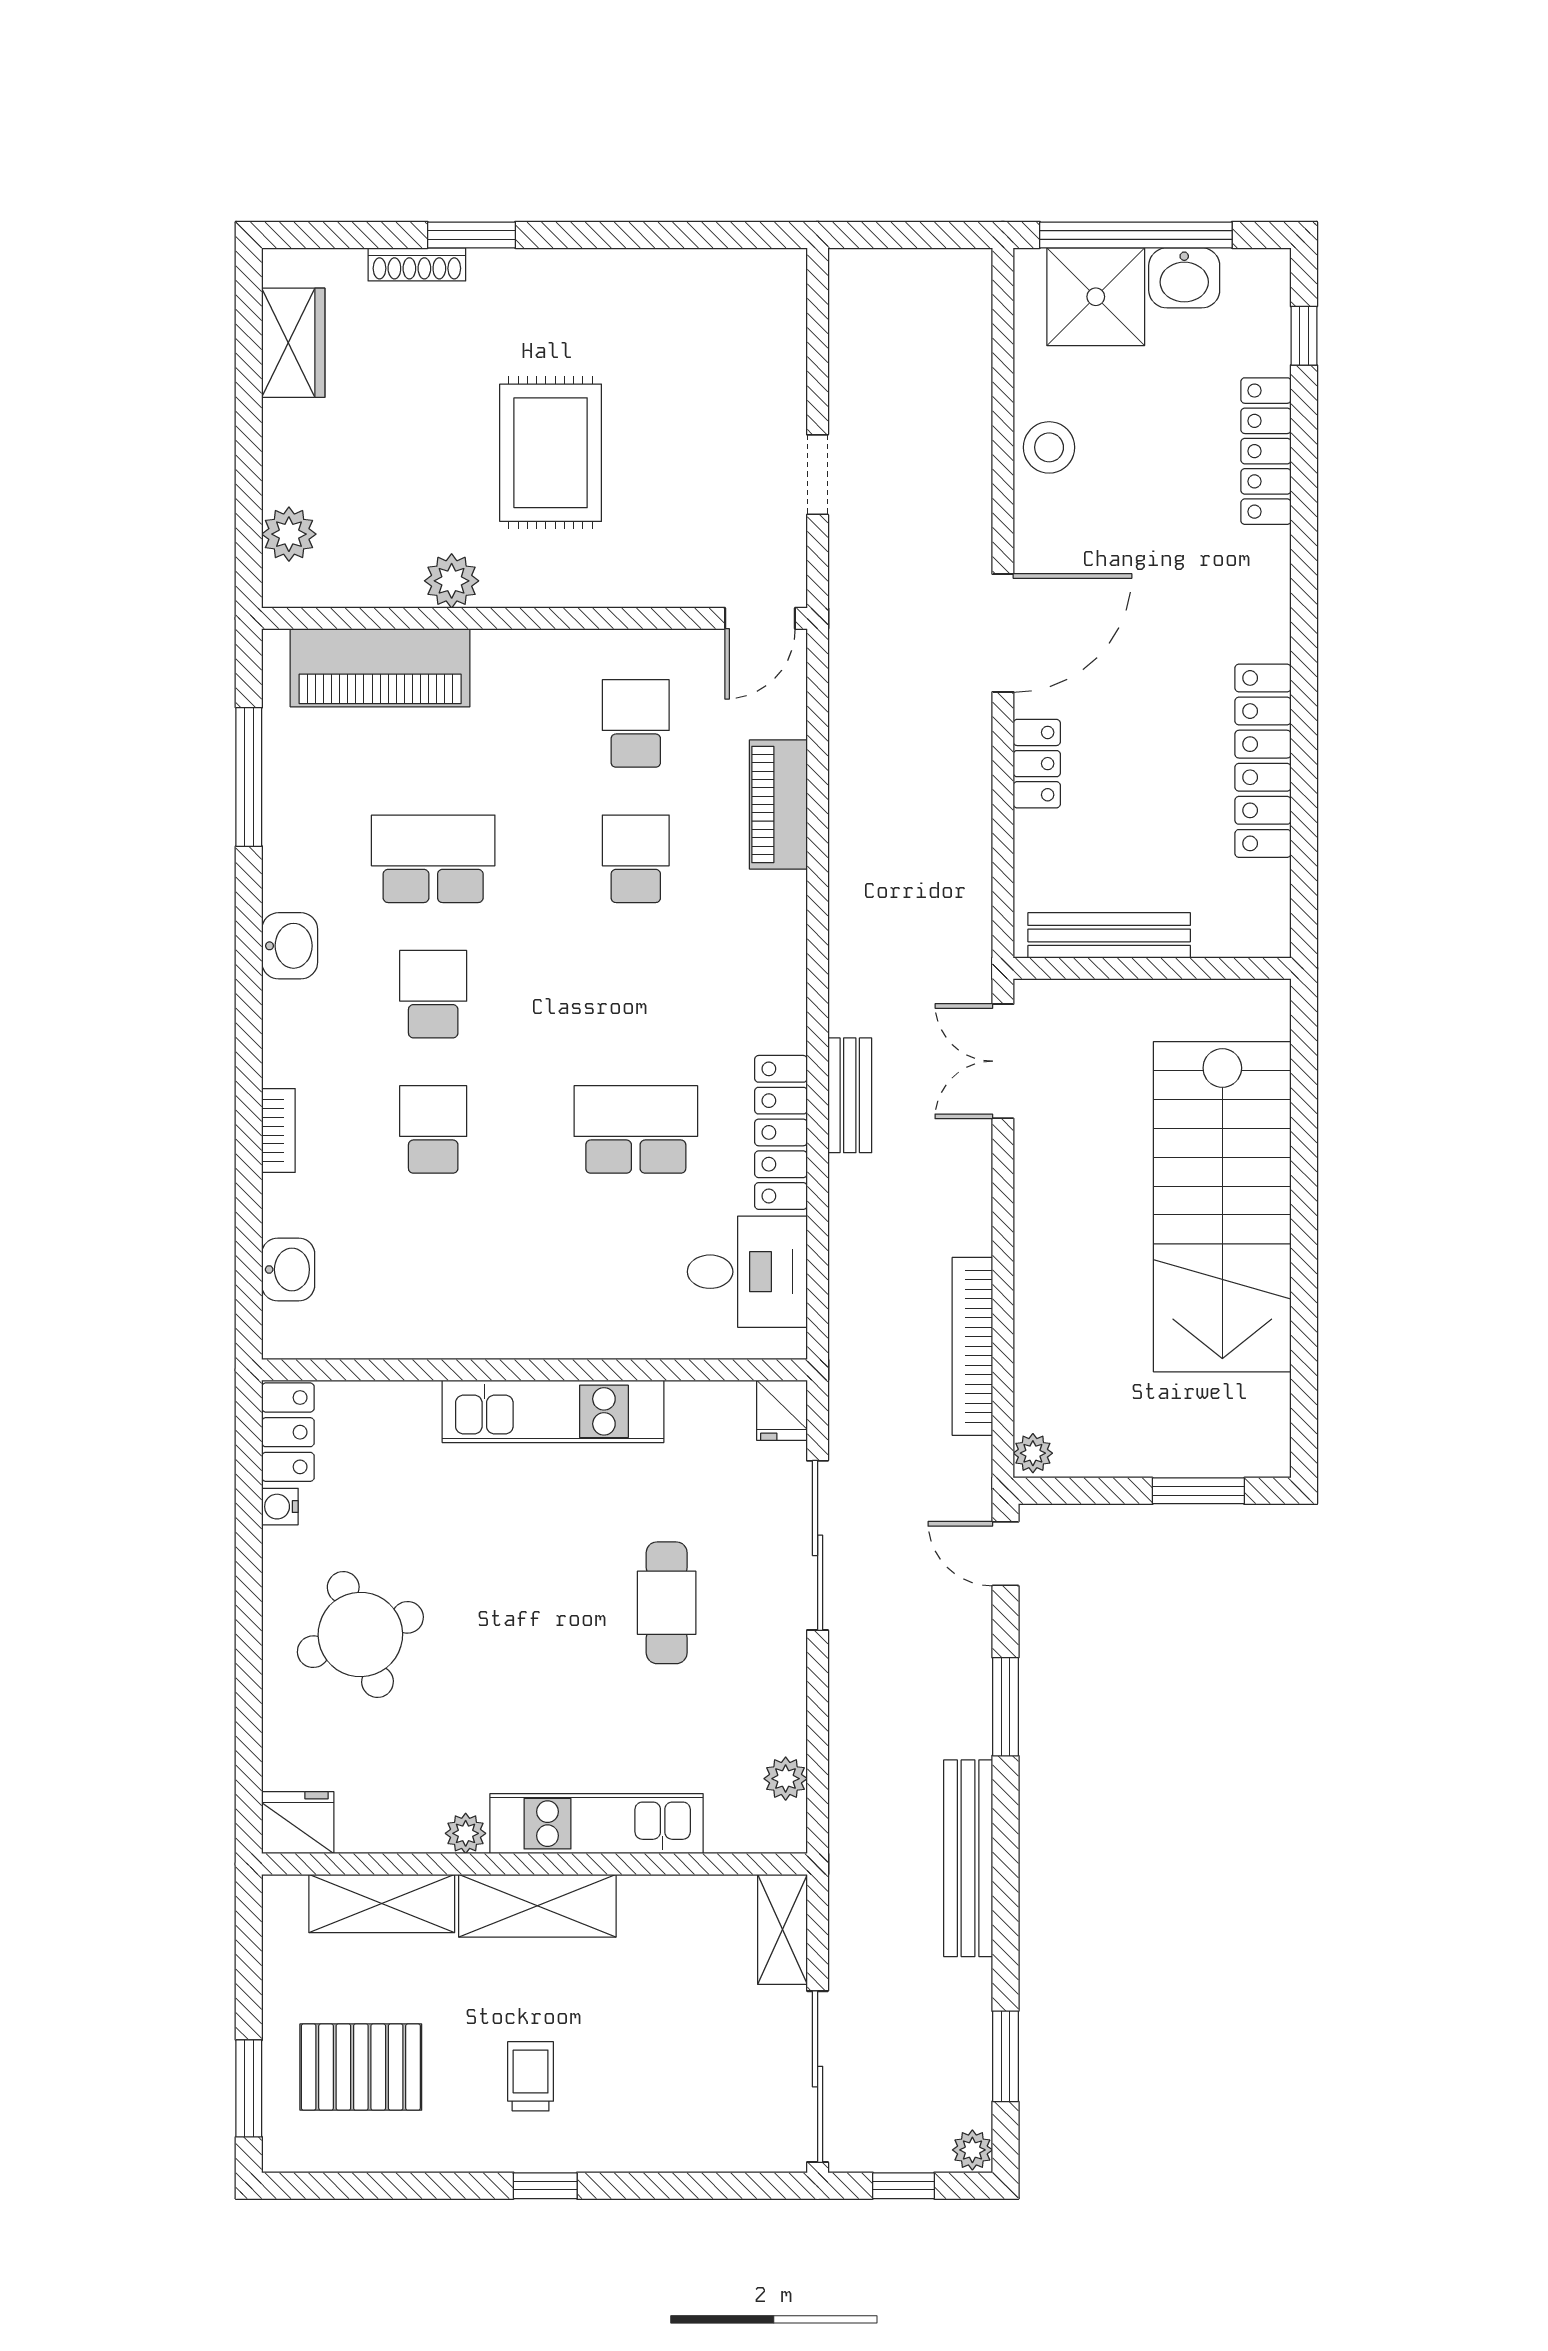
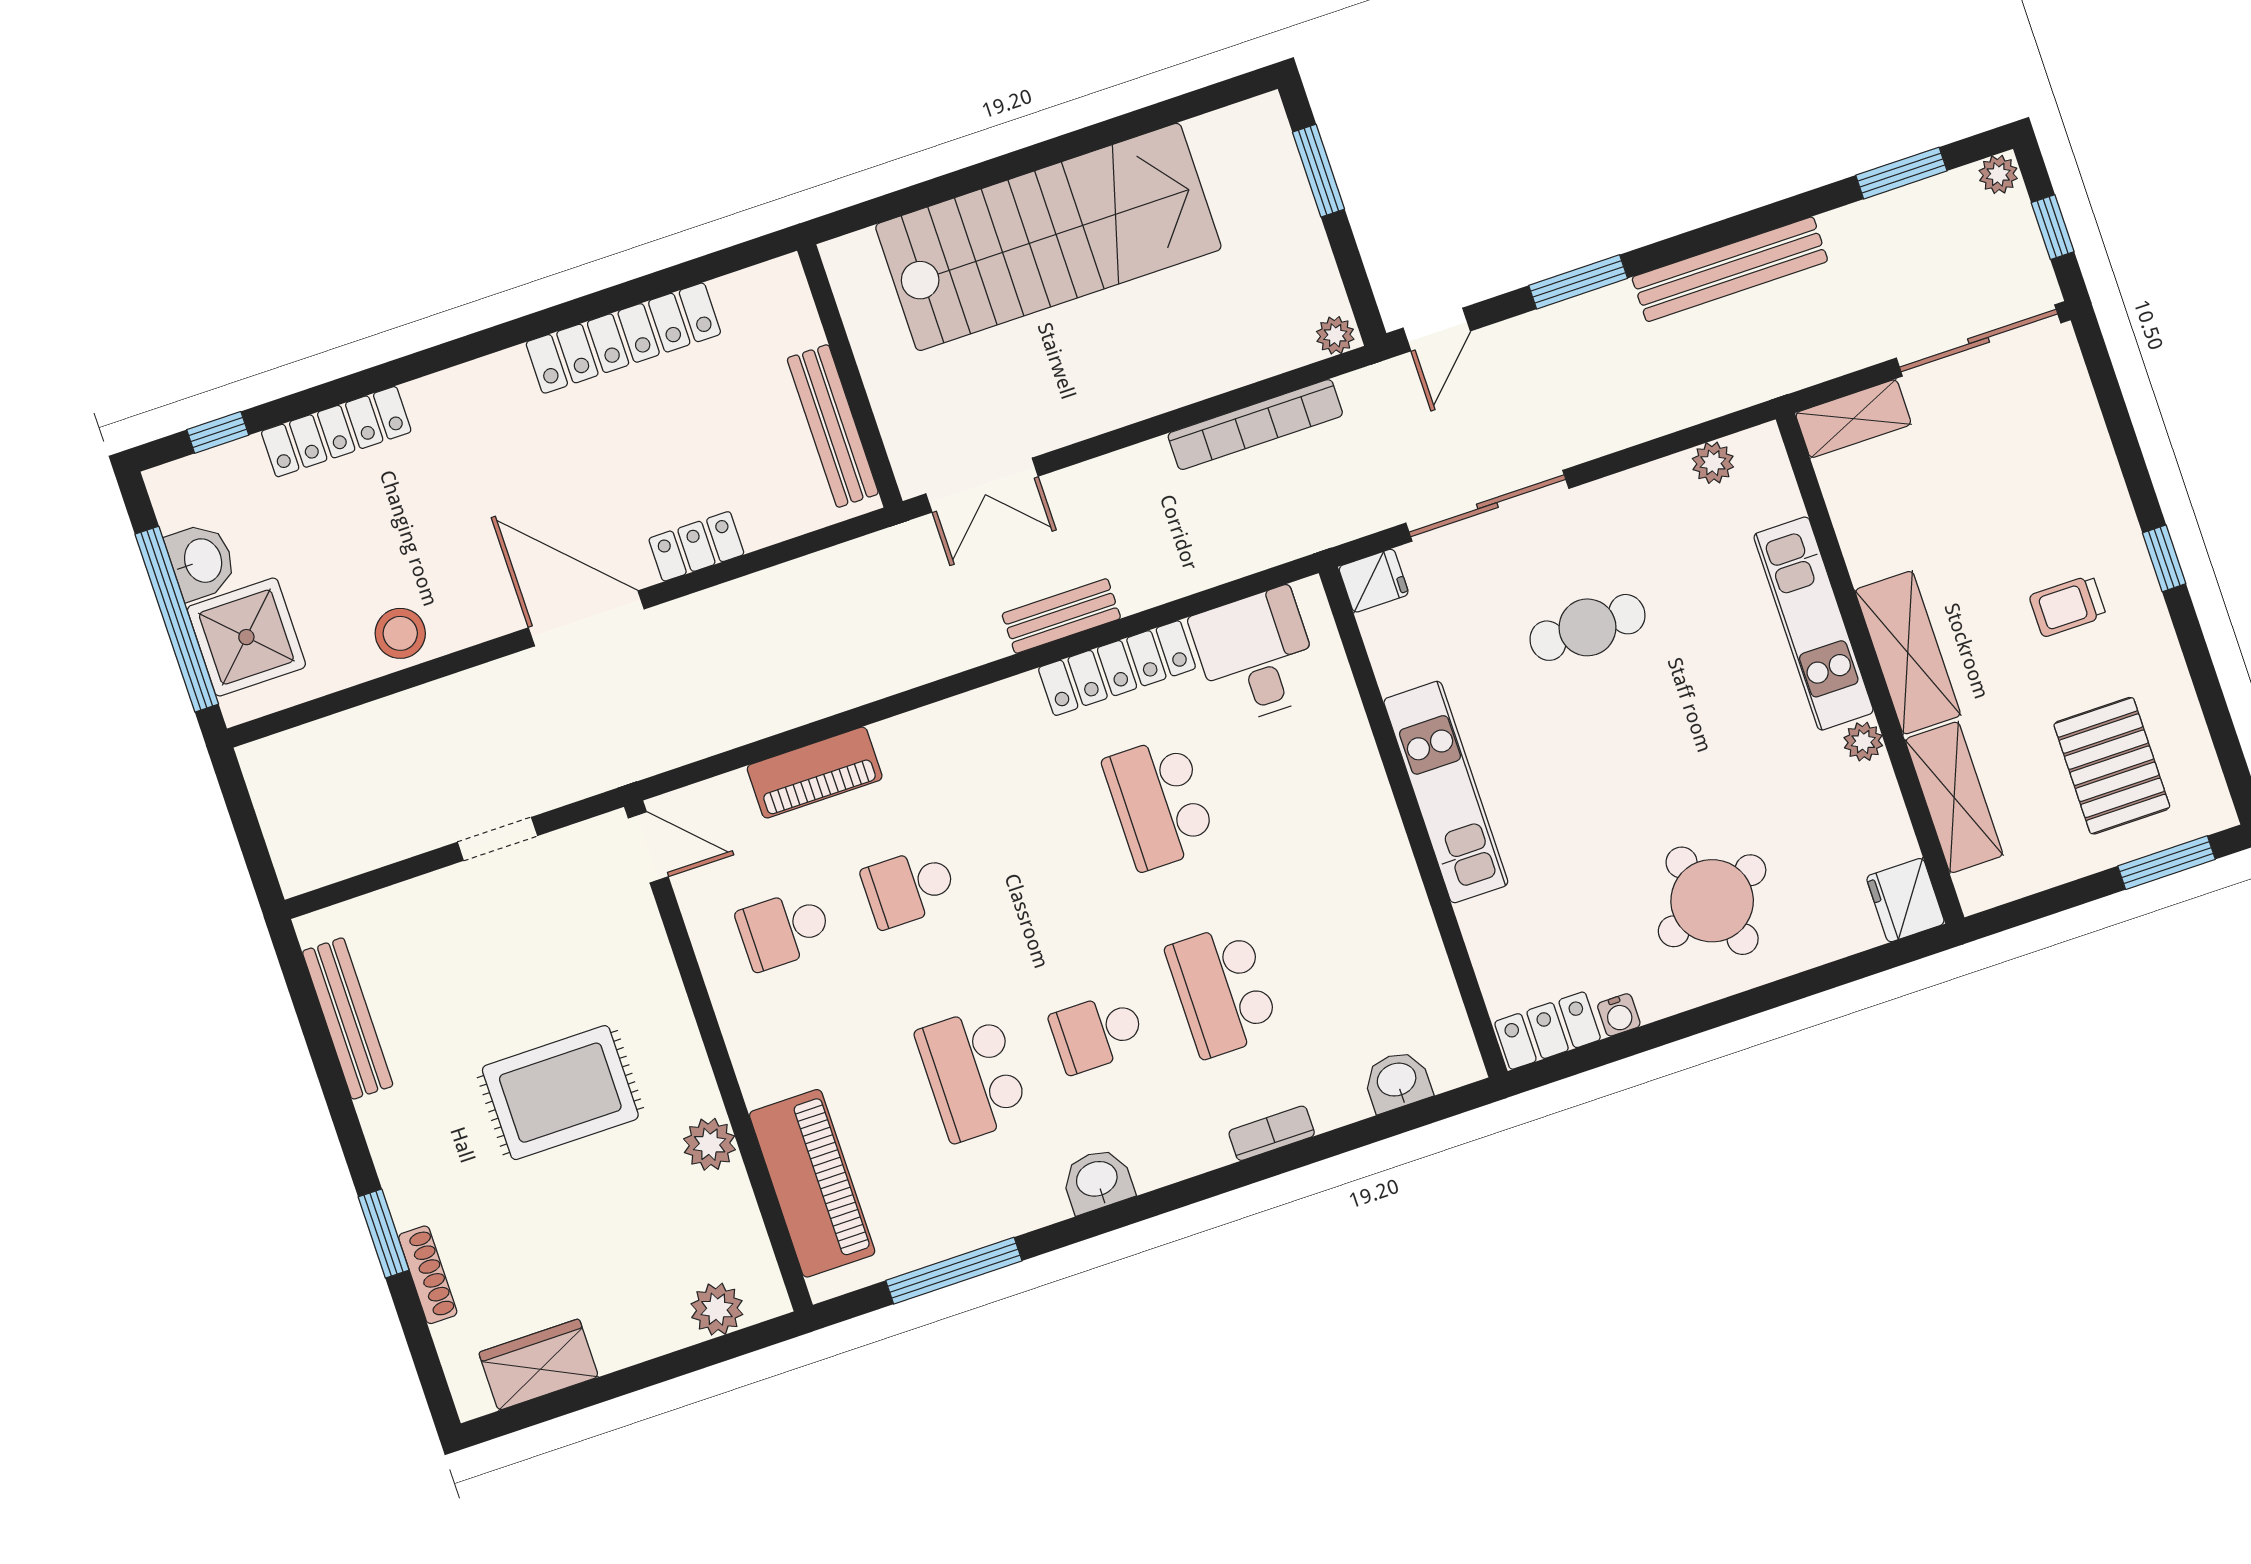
bench: (692, 270) -> (348, 1018), added
school desk: (433, 1129) -> (1223, 991), width x1.85

